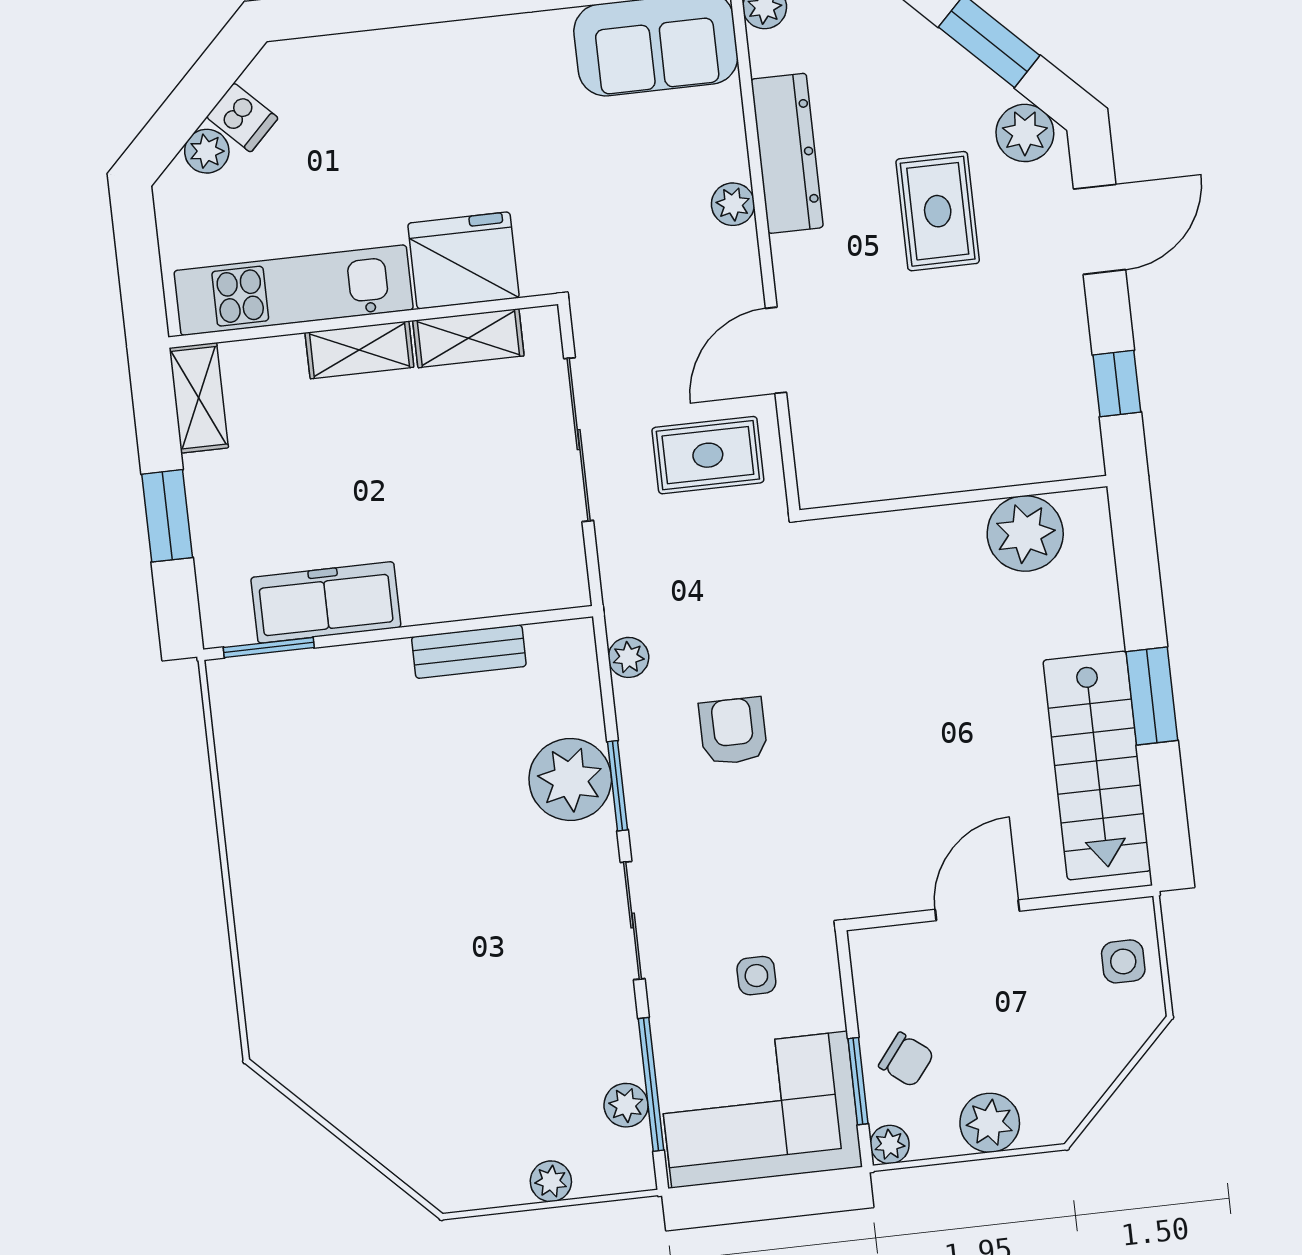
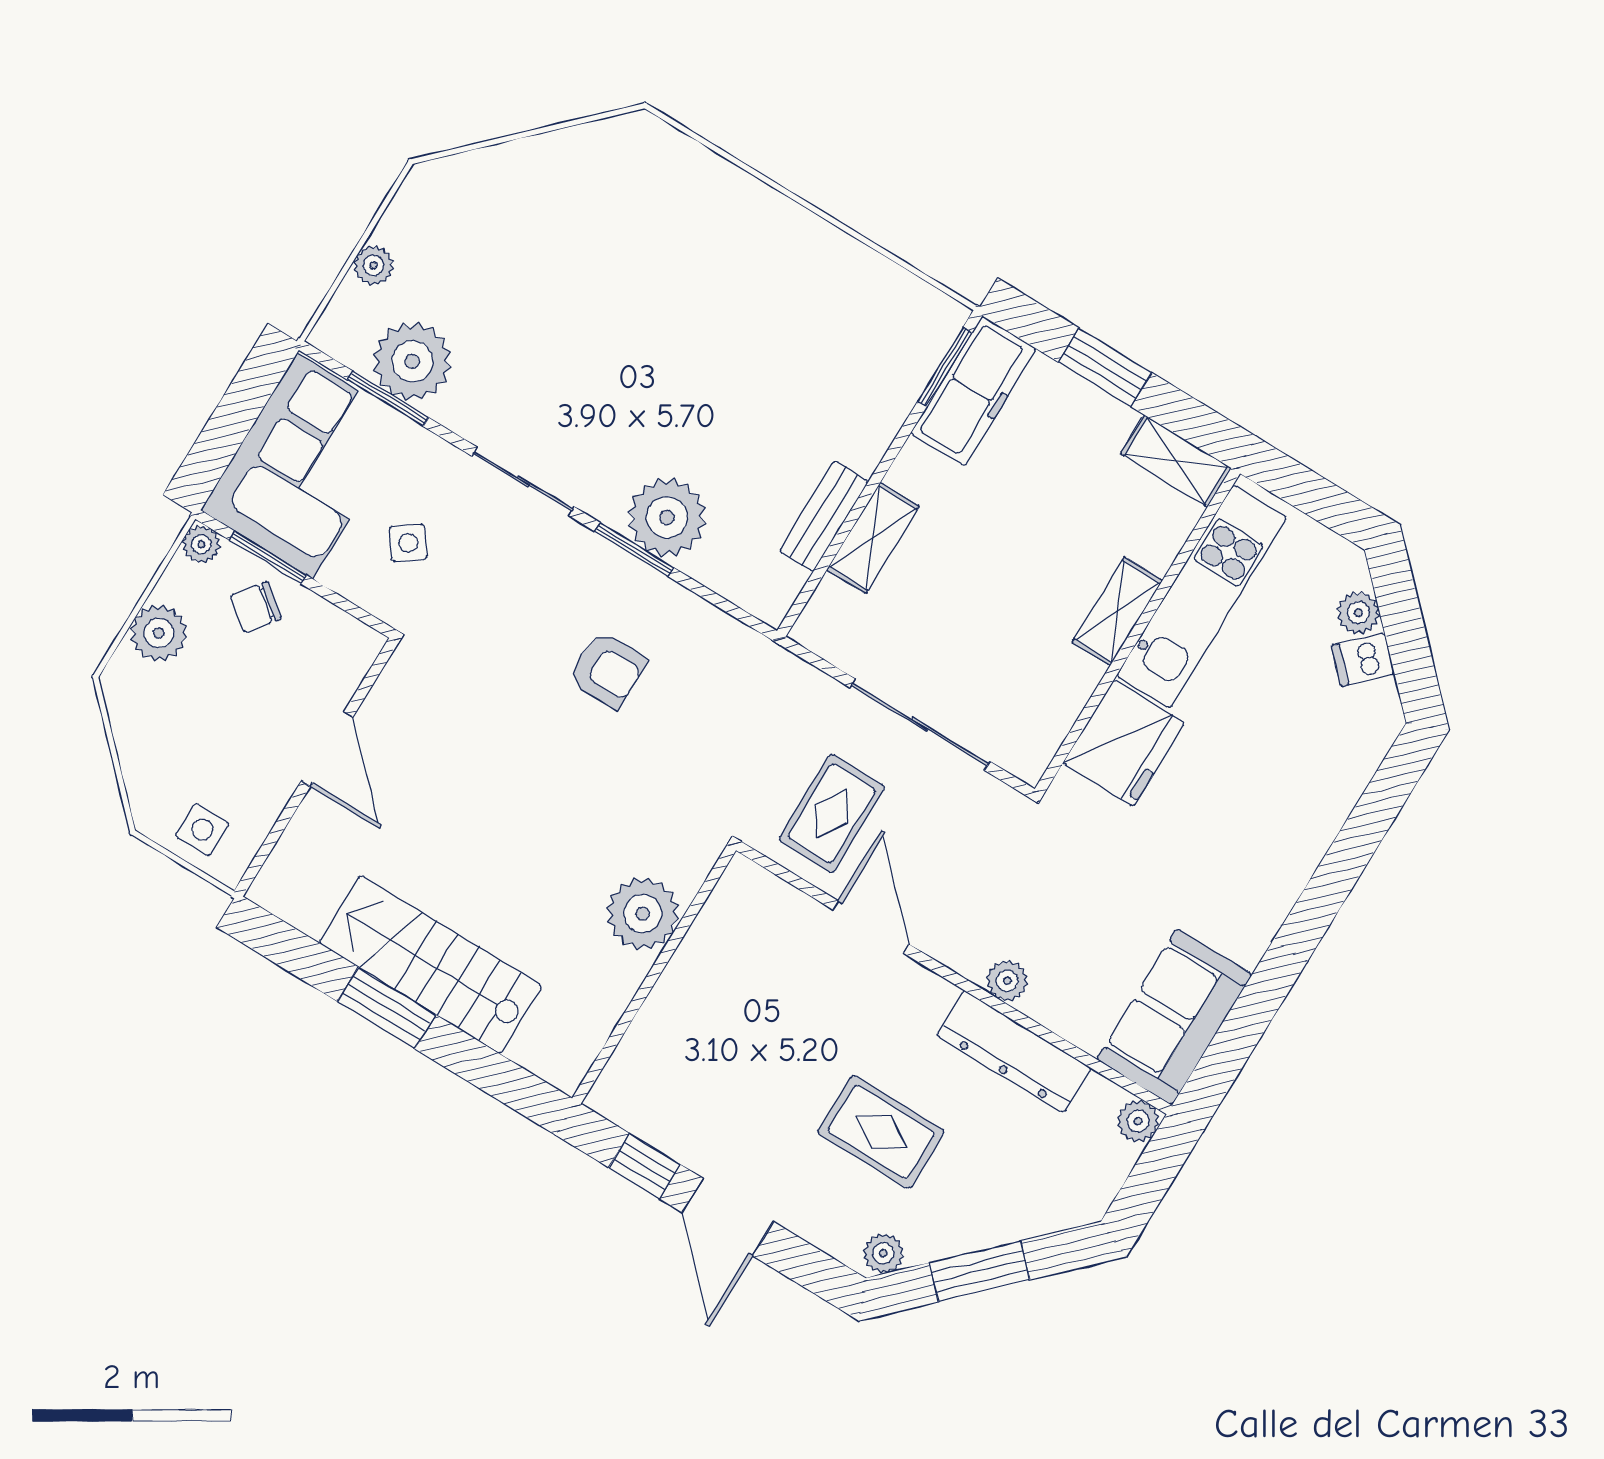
plant: (1025, 133) -> (883, 1253), width x0.73, depth x0.73
door: (1100, 229) -> (728, 1217), moved
shelving: (468, 338) -> (873, 538), moved
plant: (1025, 533) -> (643, 914), moved
freezer: (326, 602) -> (974, 391), moved
plant: (628, 657) -> (725, 634), removed
stairs: (1097, 765) -> (430, 964), moved
side table: (756, 976) -> (408, 543), turned -36
window: (651, 1084) -> (388, 399), width x0.69
plant: (626, 1105) -> (412, 361), width x1.88, depth x1.88

